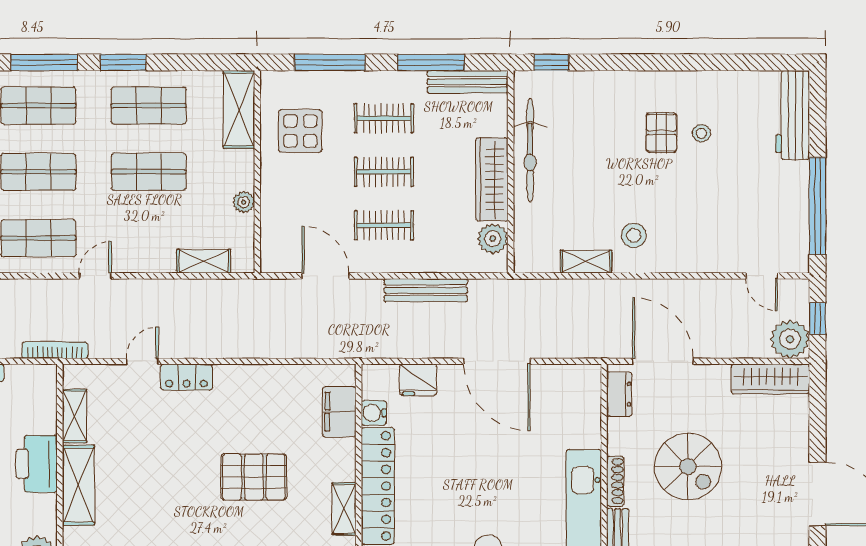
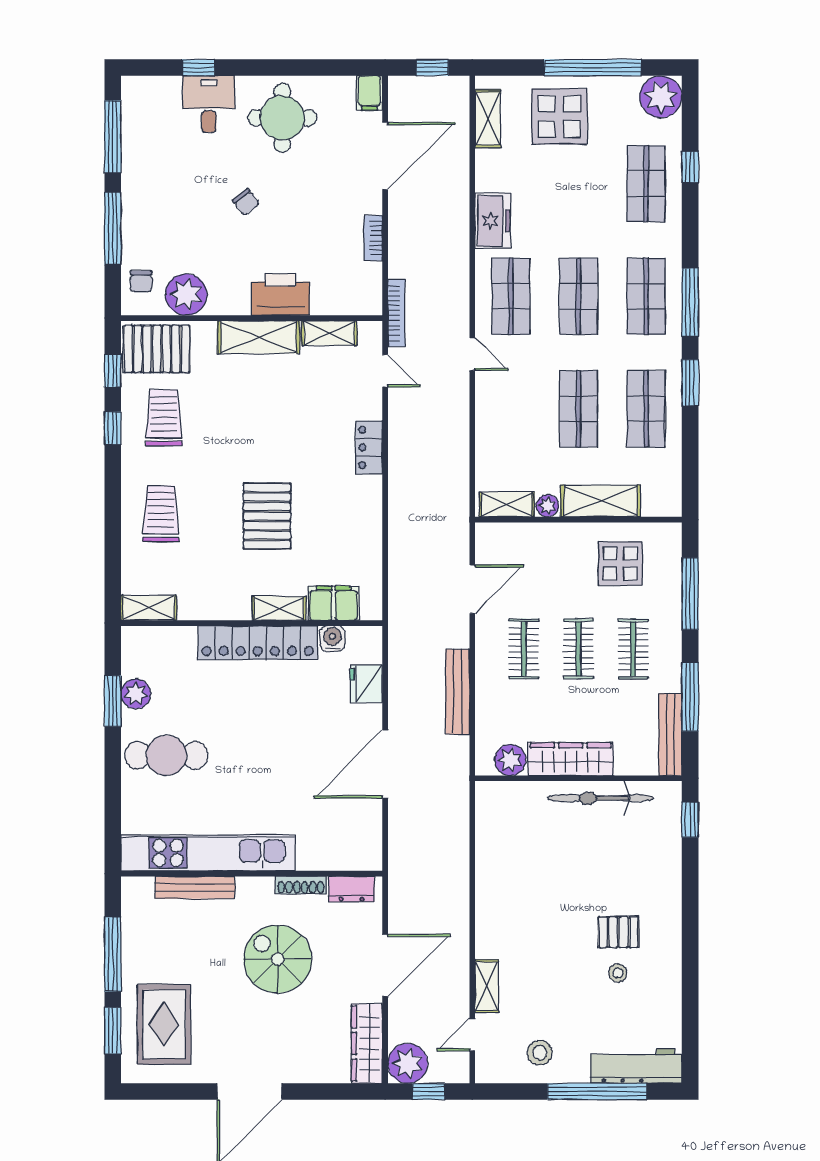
shelving: (239, 109) -> (601, 501), moved
window: (817, 206) -> (597, 1091), moved
stool: (634, 235) -> (540, 1053), moved
shelving: (204, 261) -> (507, 505), moved, turned 90
shelving: (586, 262) -> (487, 986), moved
door: (142, 361) -> (385, 371), moved
door: (663, 361) -> (385, 965), moved
spiral stairs: (688, 466) -> (278, 959), turned 90
shoe rack: (615, 481) -> (301, 885), moved
shelving: (344, 509) -> (279, 608), moved

